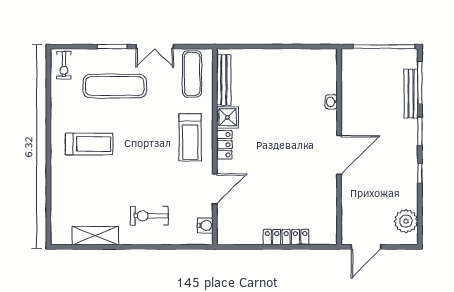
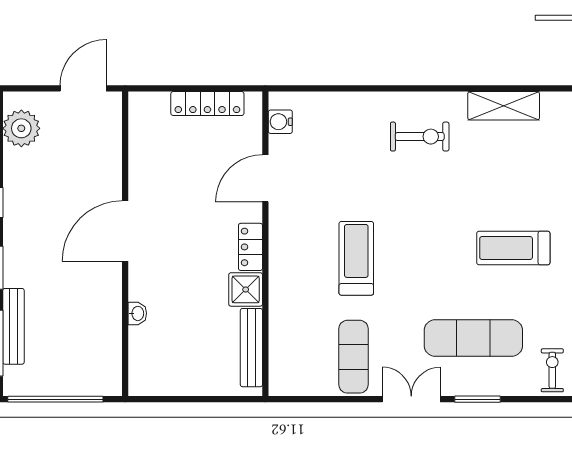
bench: (224, 80) -> (251, 348), moved
shower: (228, 117) -> (246, 289), moved
locker: (224, 145) -> (250, 247), moved
wall: (215, 147) -> (265, 244), moved
door: (215, 189) -> (265, 178), moved
water cooler: (205, 225) -> (280, 122), moved

